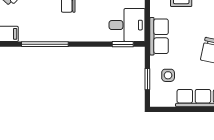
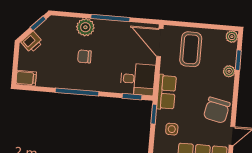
window: (45, 44) -> (77, 92), moved
window: (147, 79) -> (154, 114), moved

